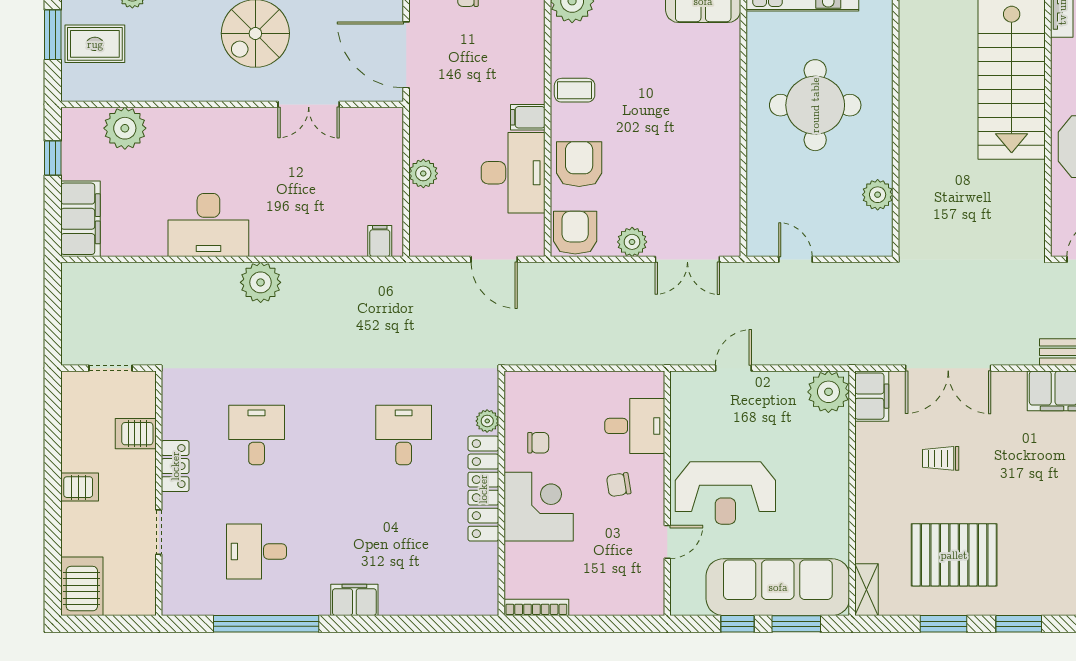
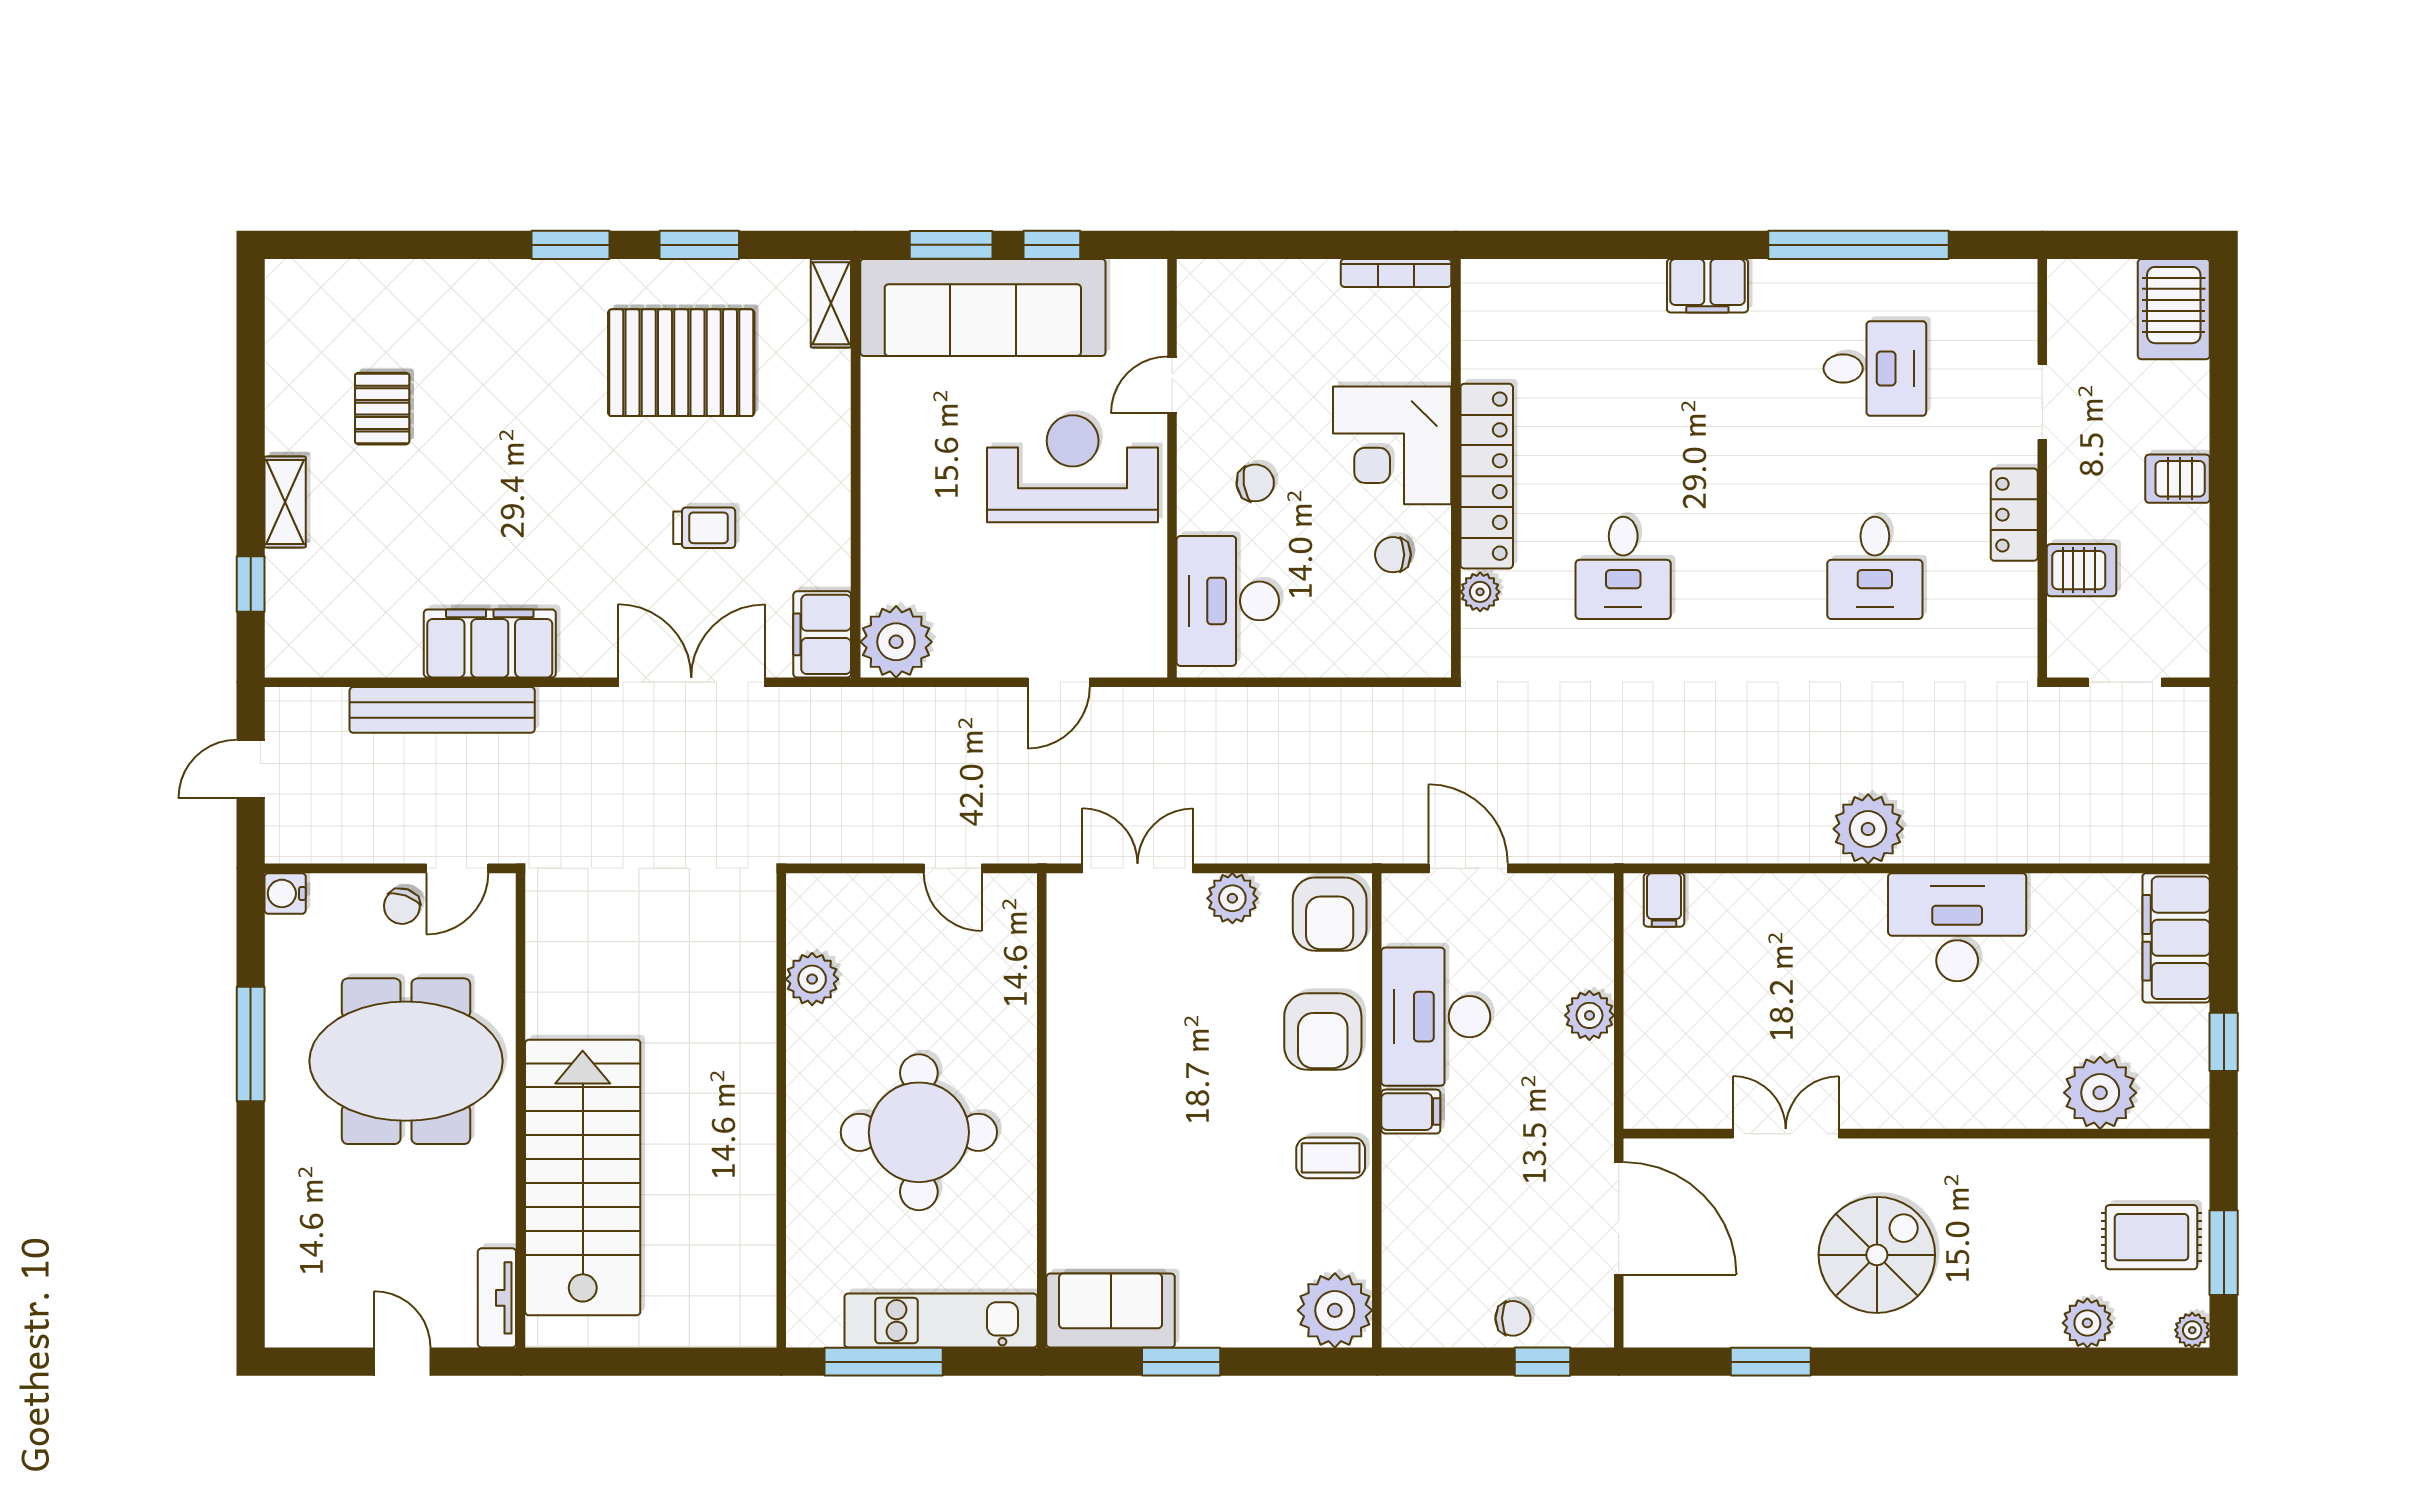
desk: (635, 426) -> (1228, 601), width x1.37

